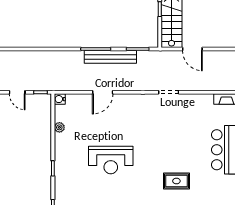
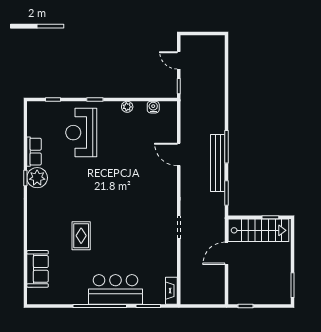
door: (17, 92) -> (179, 60), hinge flipped
water cooler: (60, 99) -> (153, 107), moved
plant: (59, 127) -> (127, 107), moved
reception desk: (111, 160) -> (81, 133), moved

